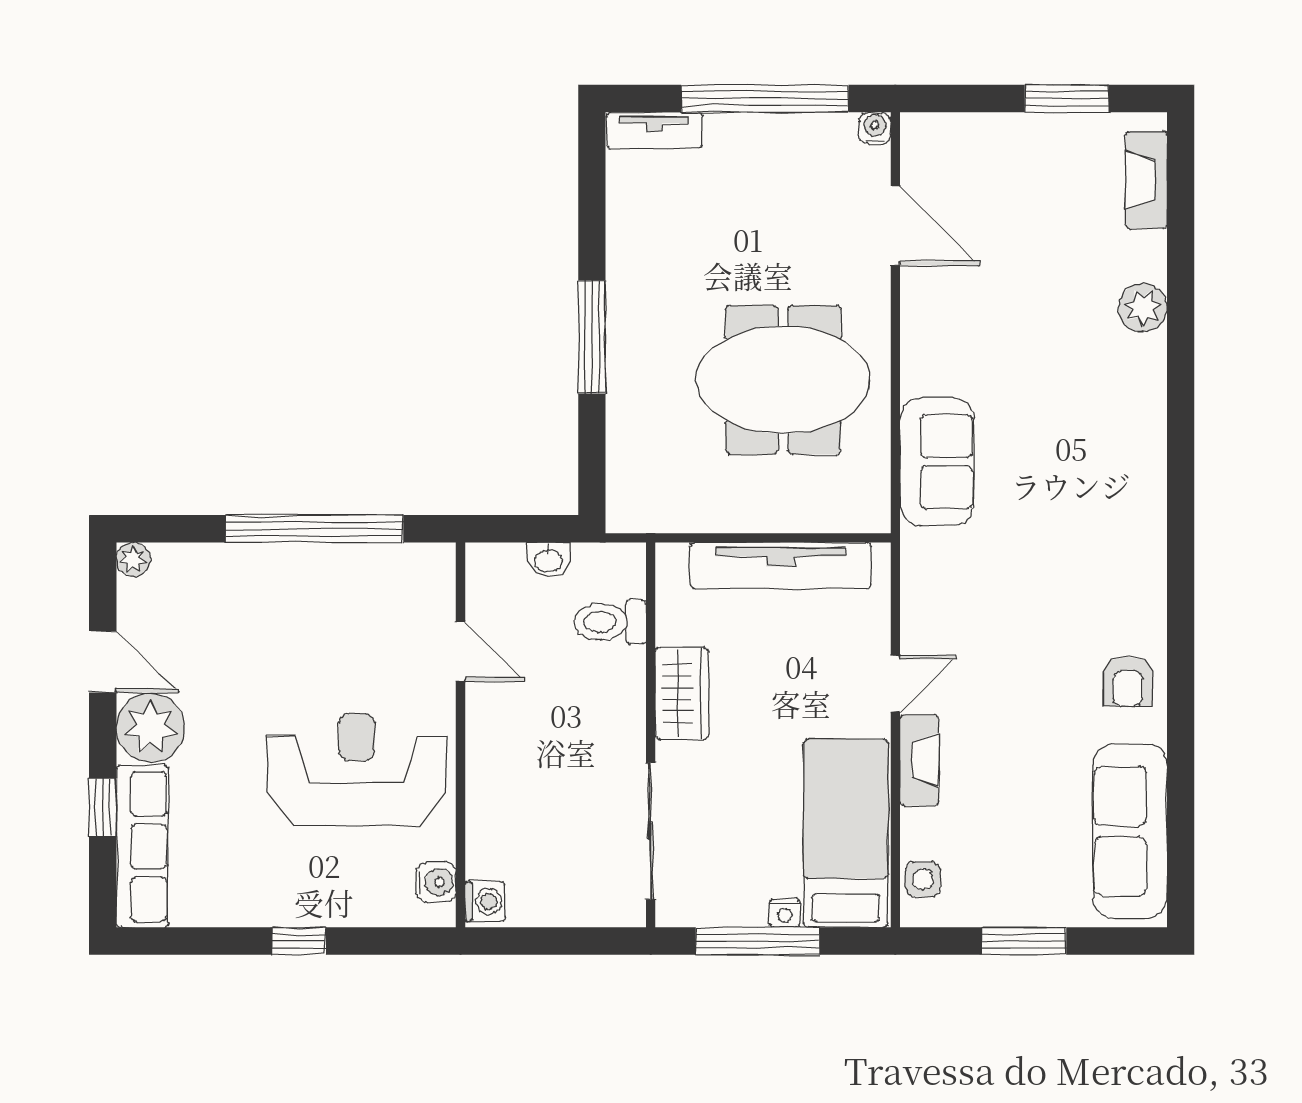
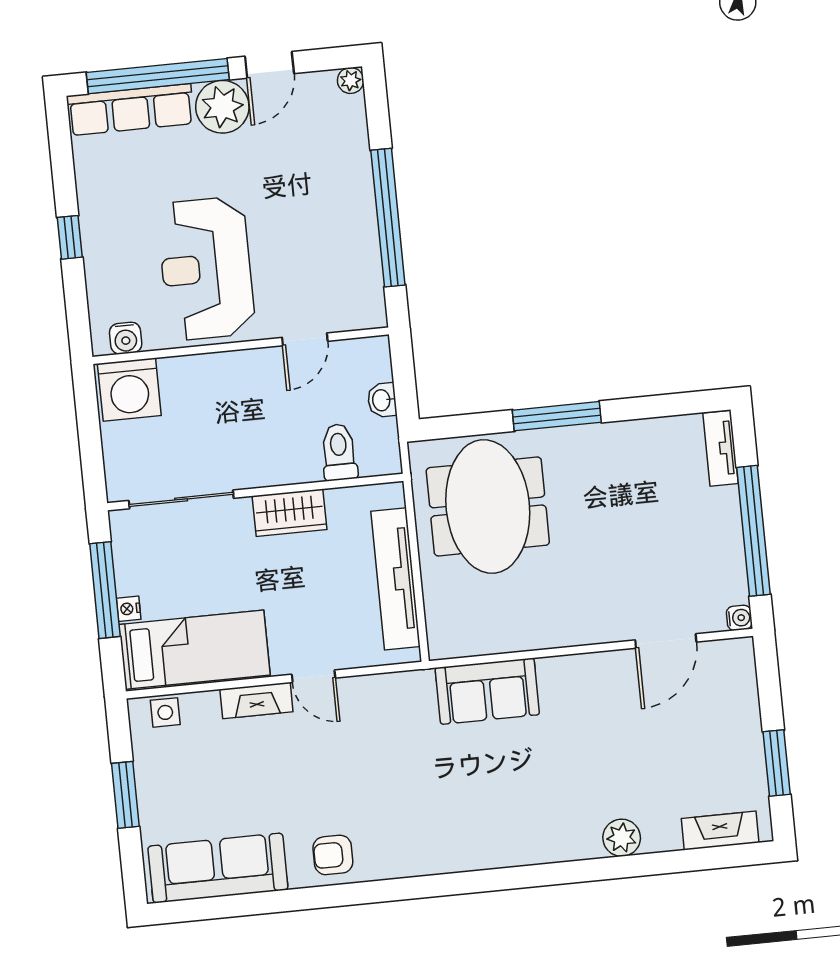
meeting table: (783, 380) -> (488, 506), moved
reception desk: (357, 770) -> (206, 269), turned 180
window: (103, 807) -> (158, 76), width x3.17
washing machine: (485, 902) -> (129, 390), width x1.89, depth x1.89

